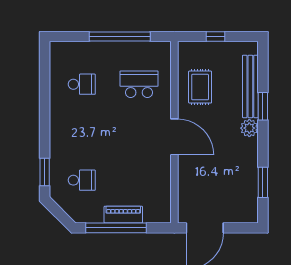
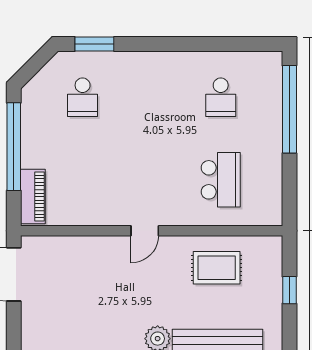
window: (120, 37) -> (289, 109), moved
door: (174, 137) -> (145, 231), width x0.53
piano: (123, 215) -> (33, 197), moved

